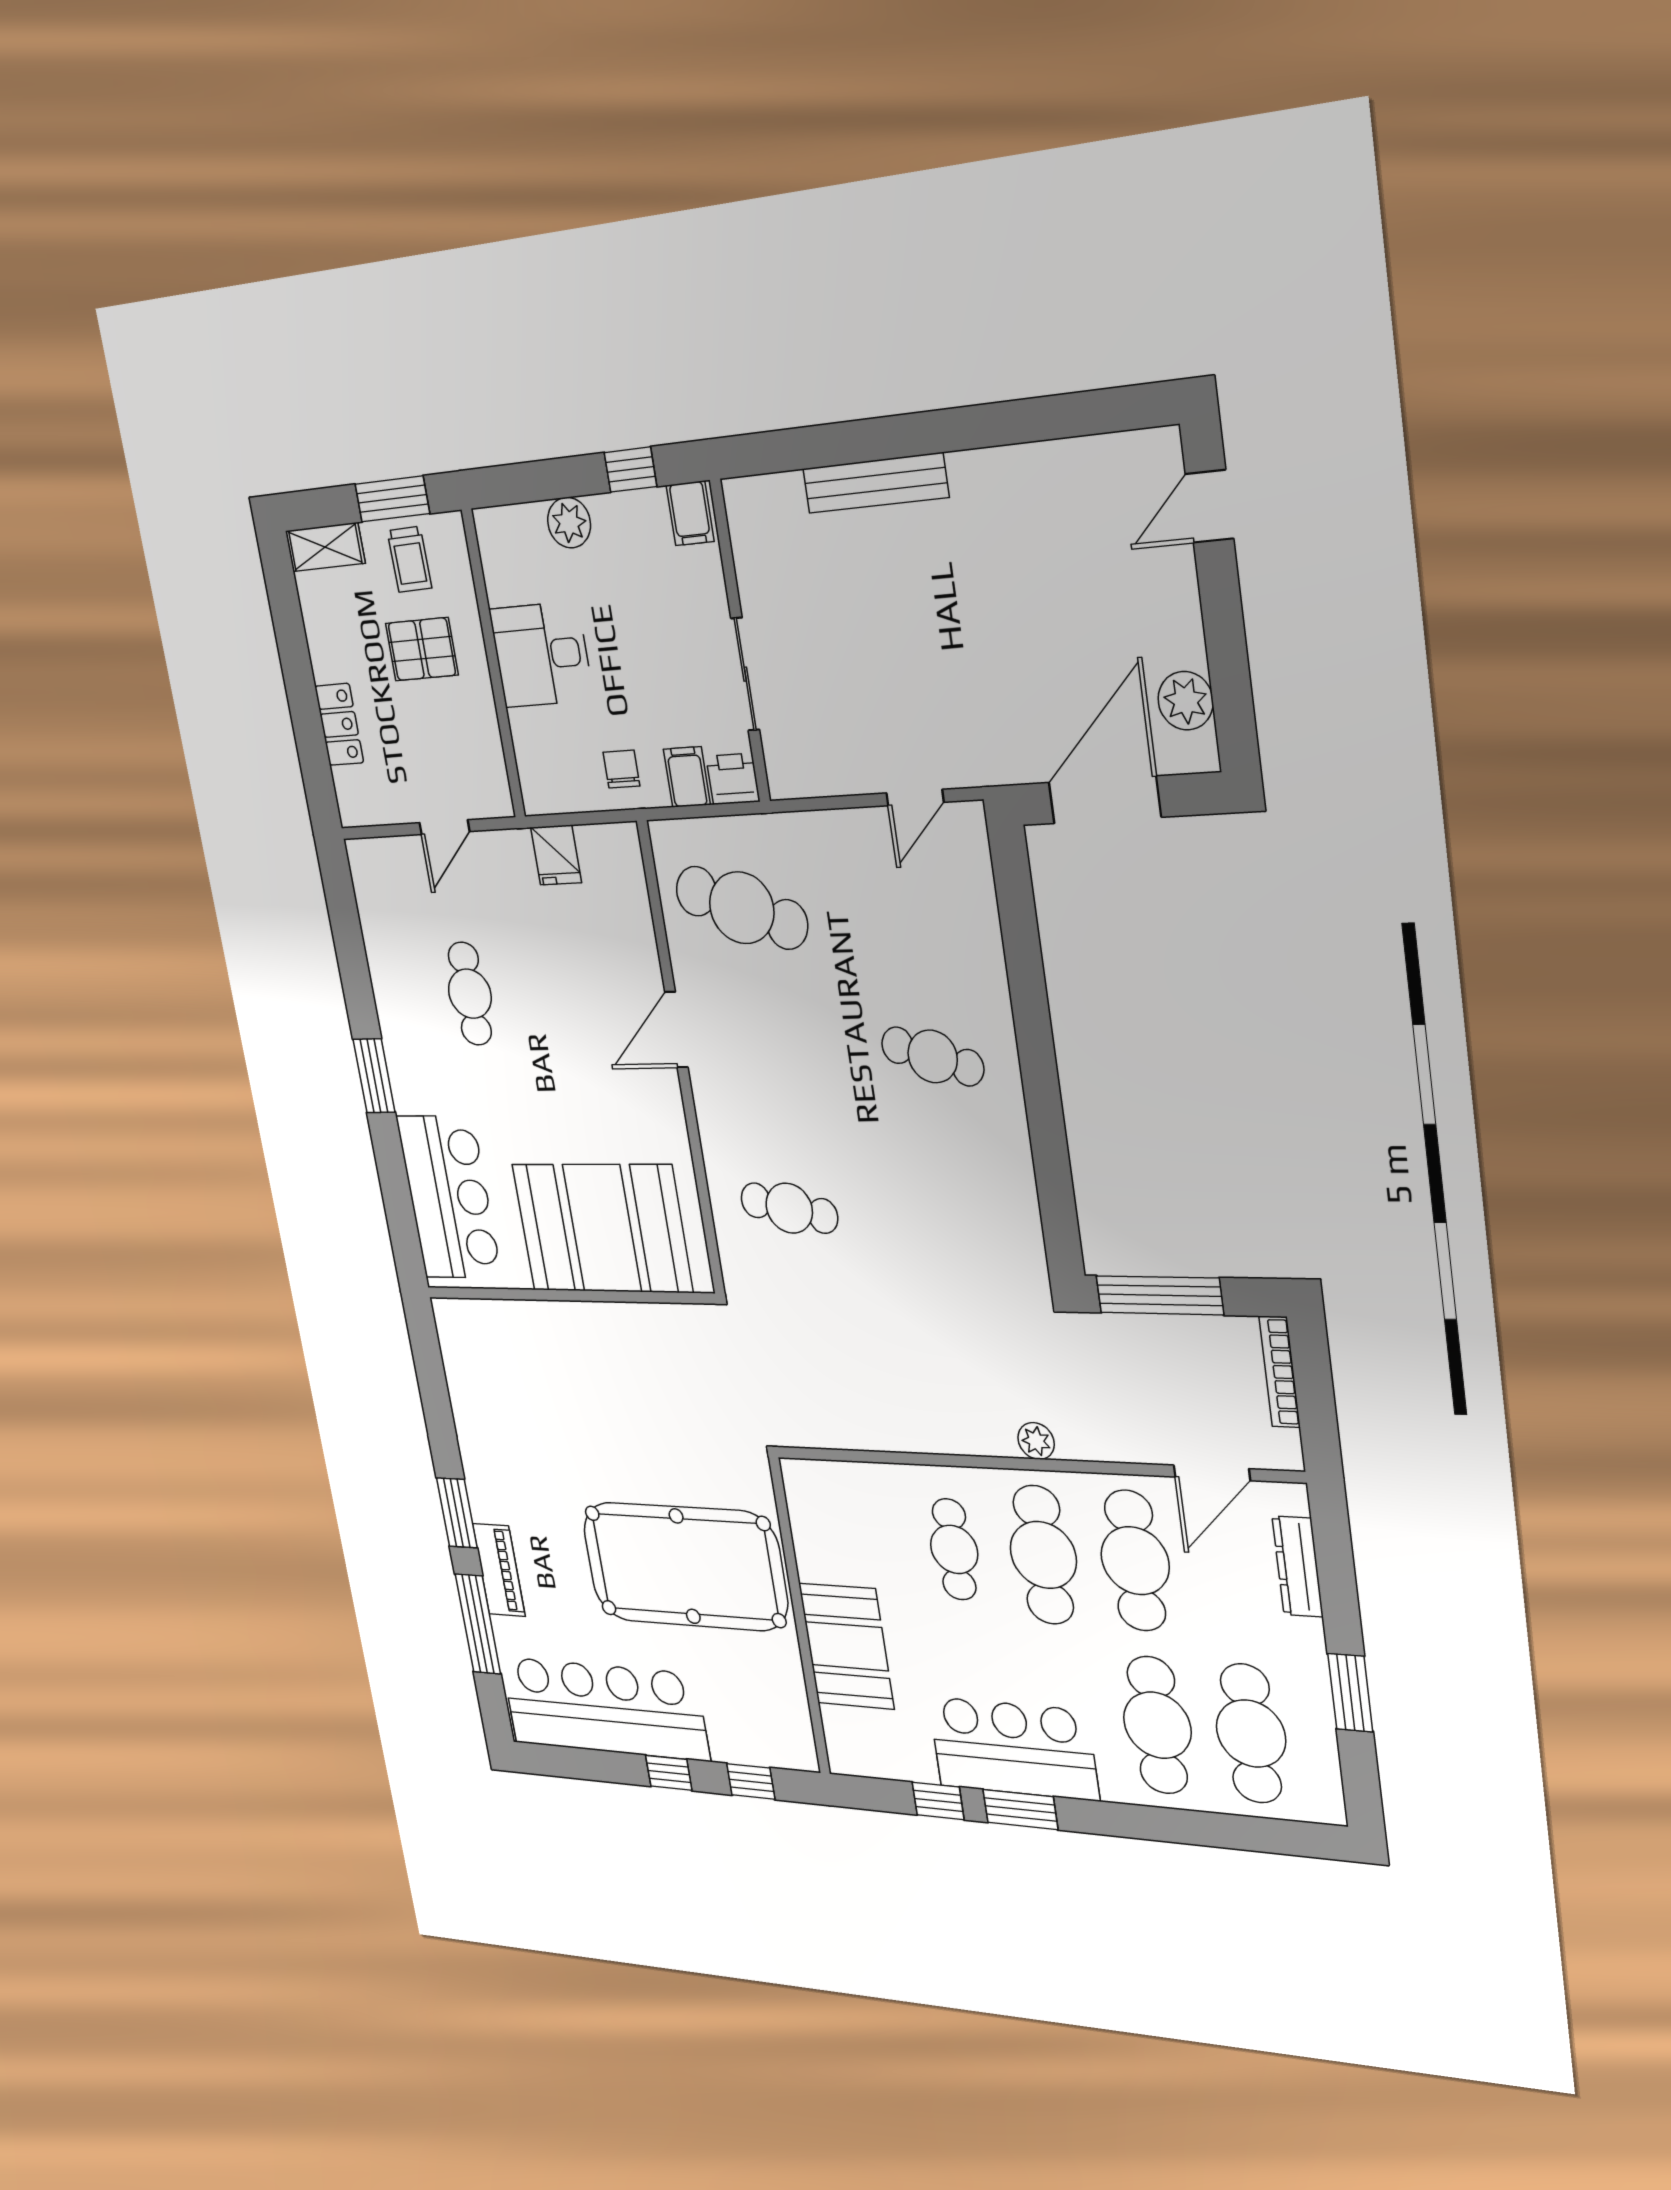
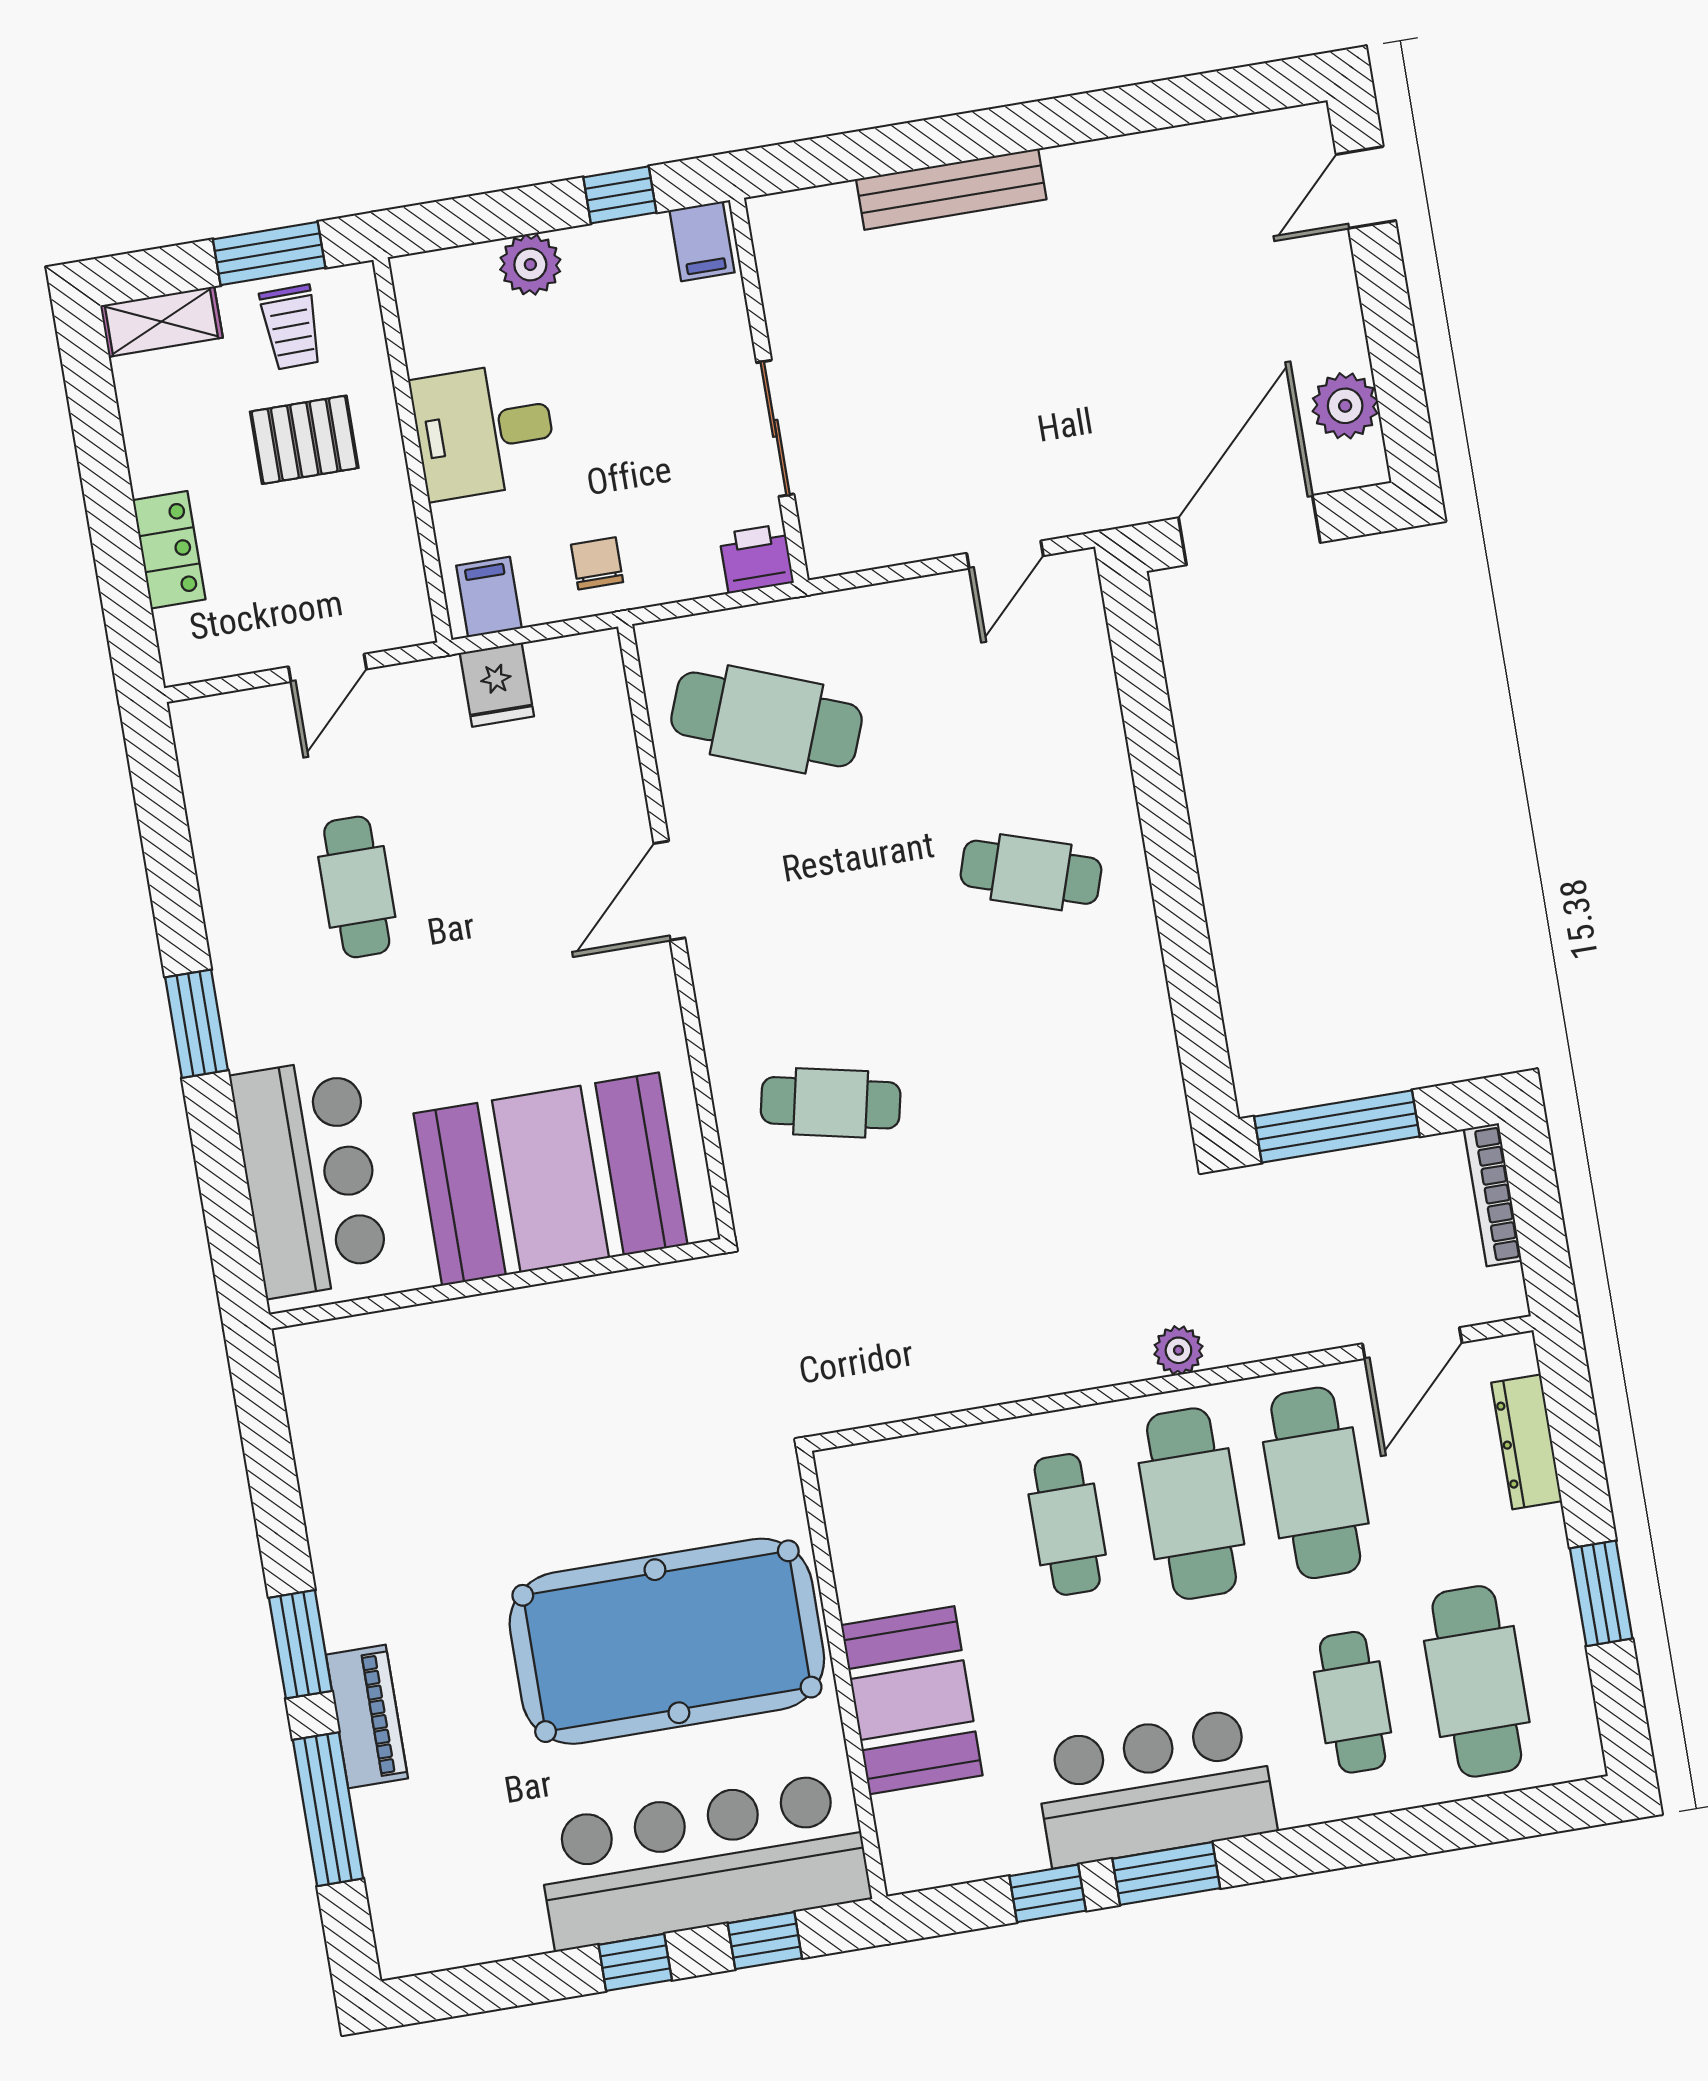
filing cabinet: (687, 777) -> (489, 597), moved
bar counter: (604, 1709) -> (703, 1861), moved
cafe table: (1157, 1725) -> (1353, 1702), width x0.73, depth x0.74

